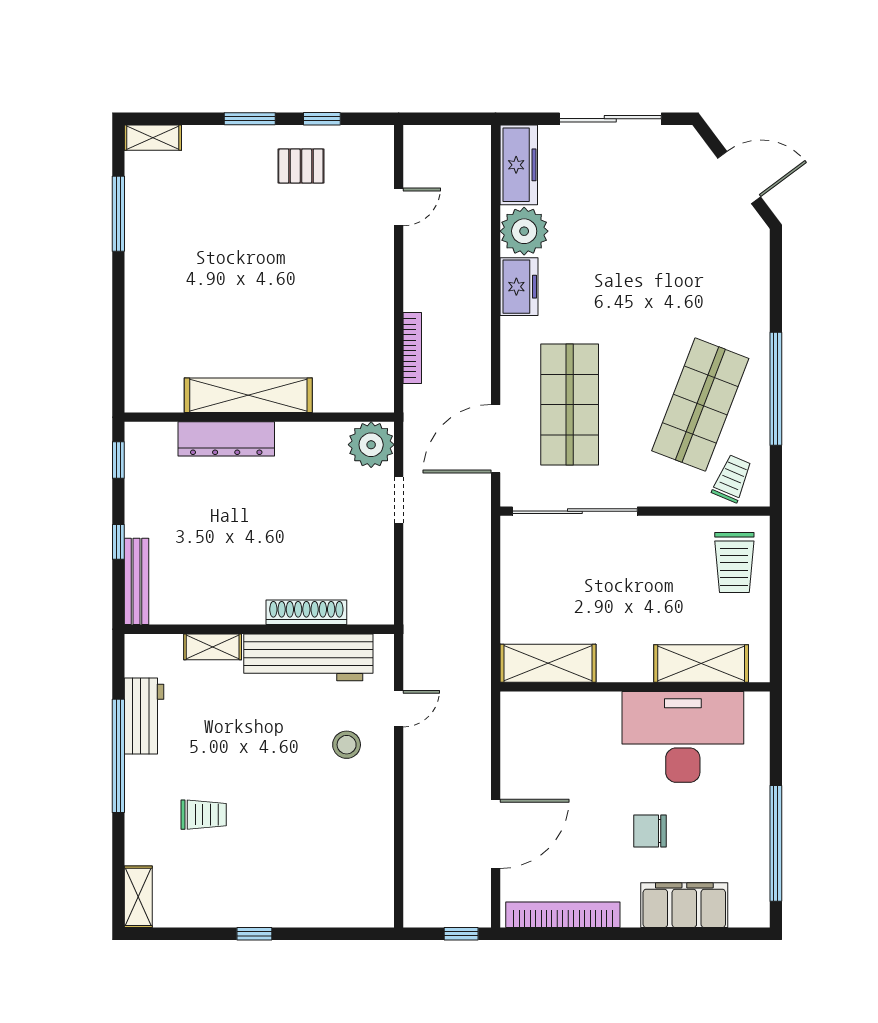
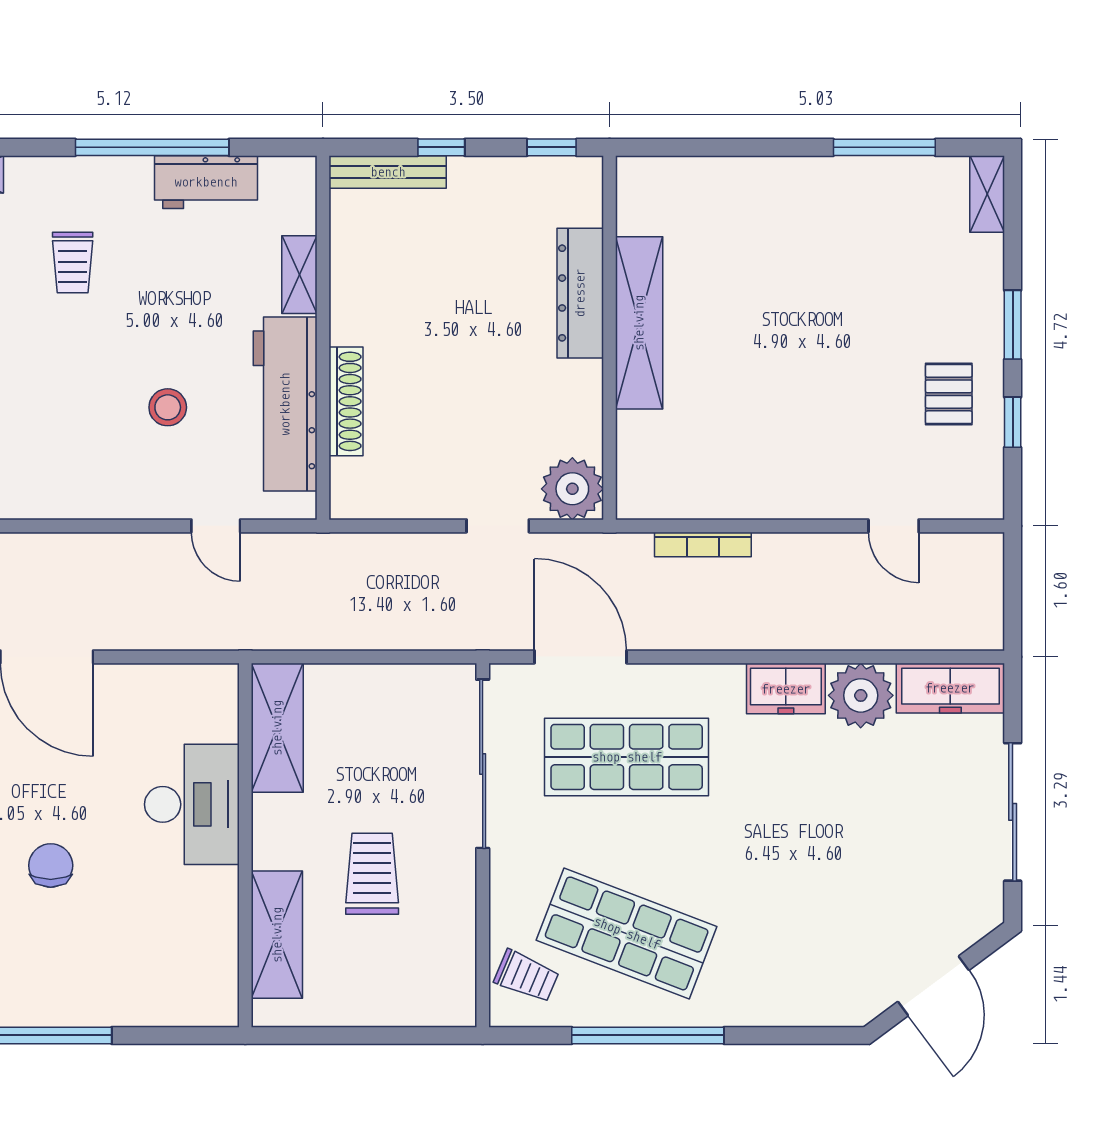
trolley: (734, 562) -> (372, 874), moved, turned 90
desk: (683, 737) -> (192, 804), moved, width x0.73, depth x0.77
stool: (347, 745) -> (168, 407), moved

